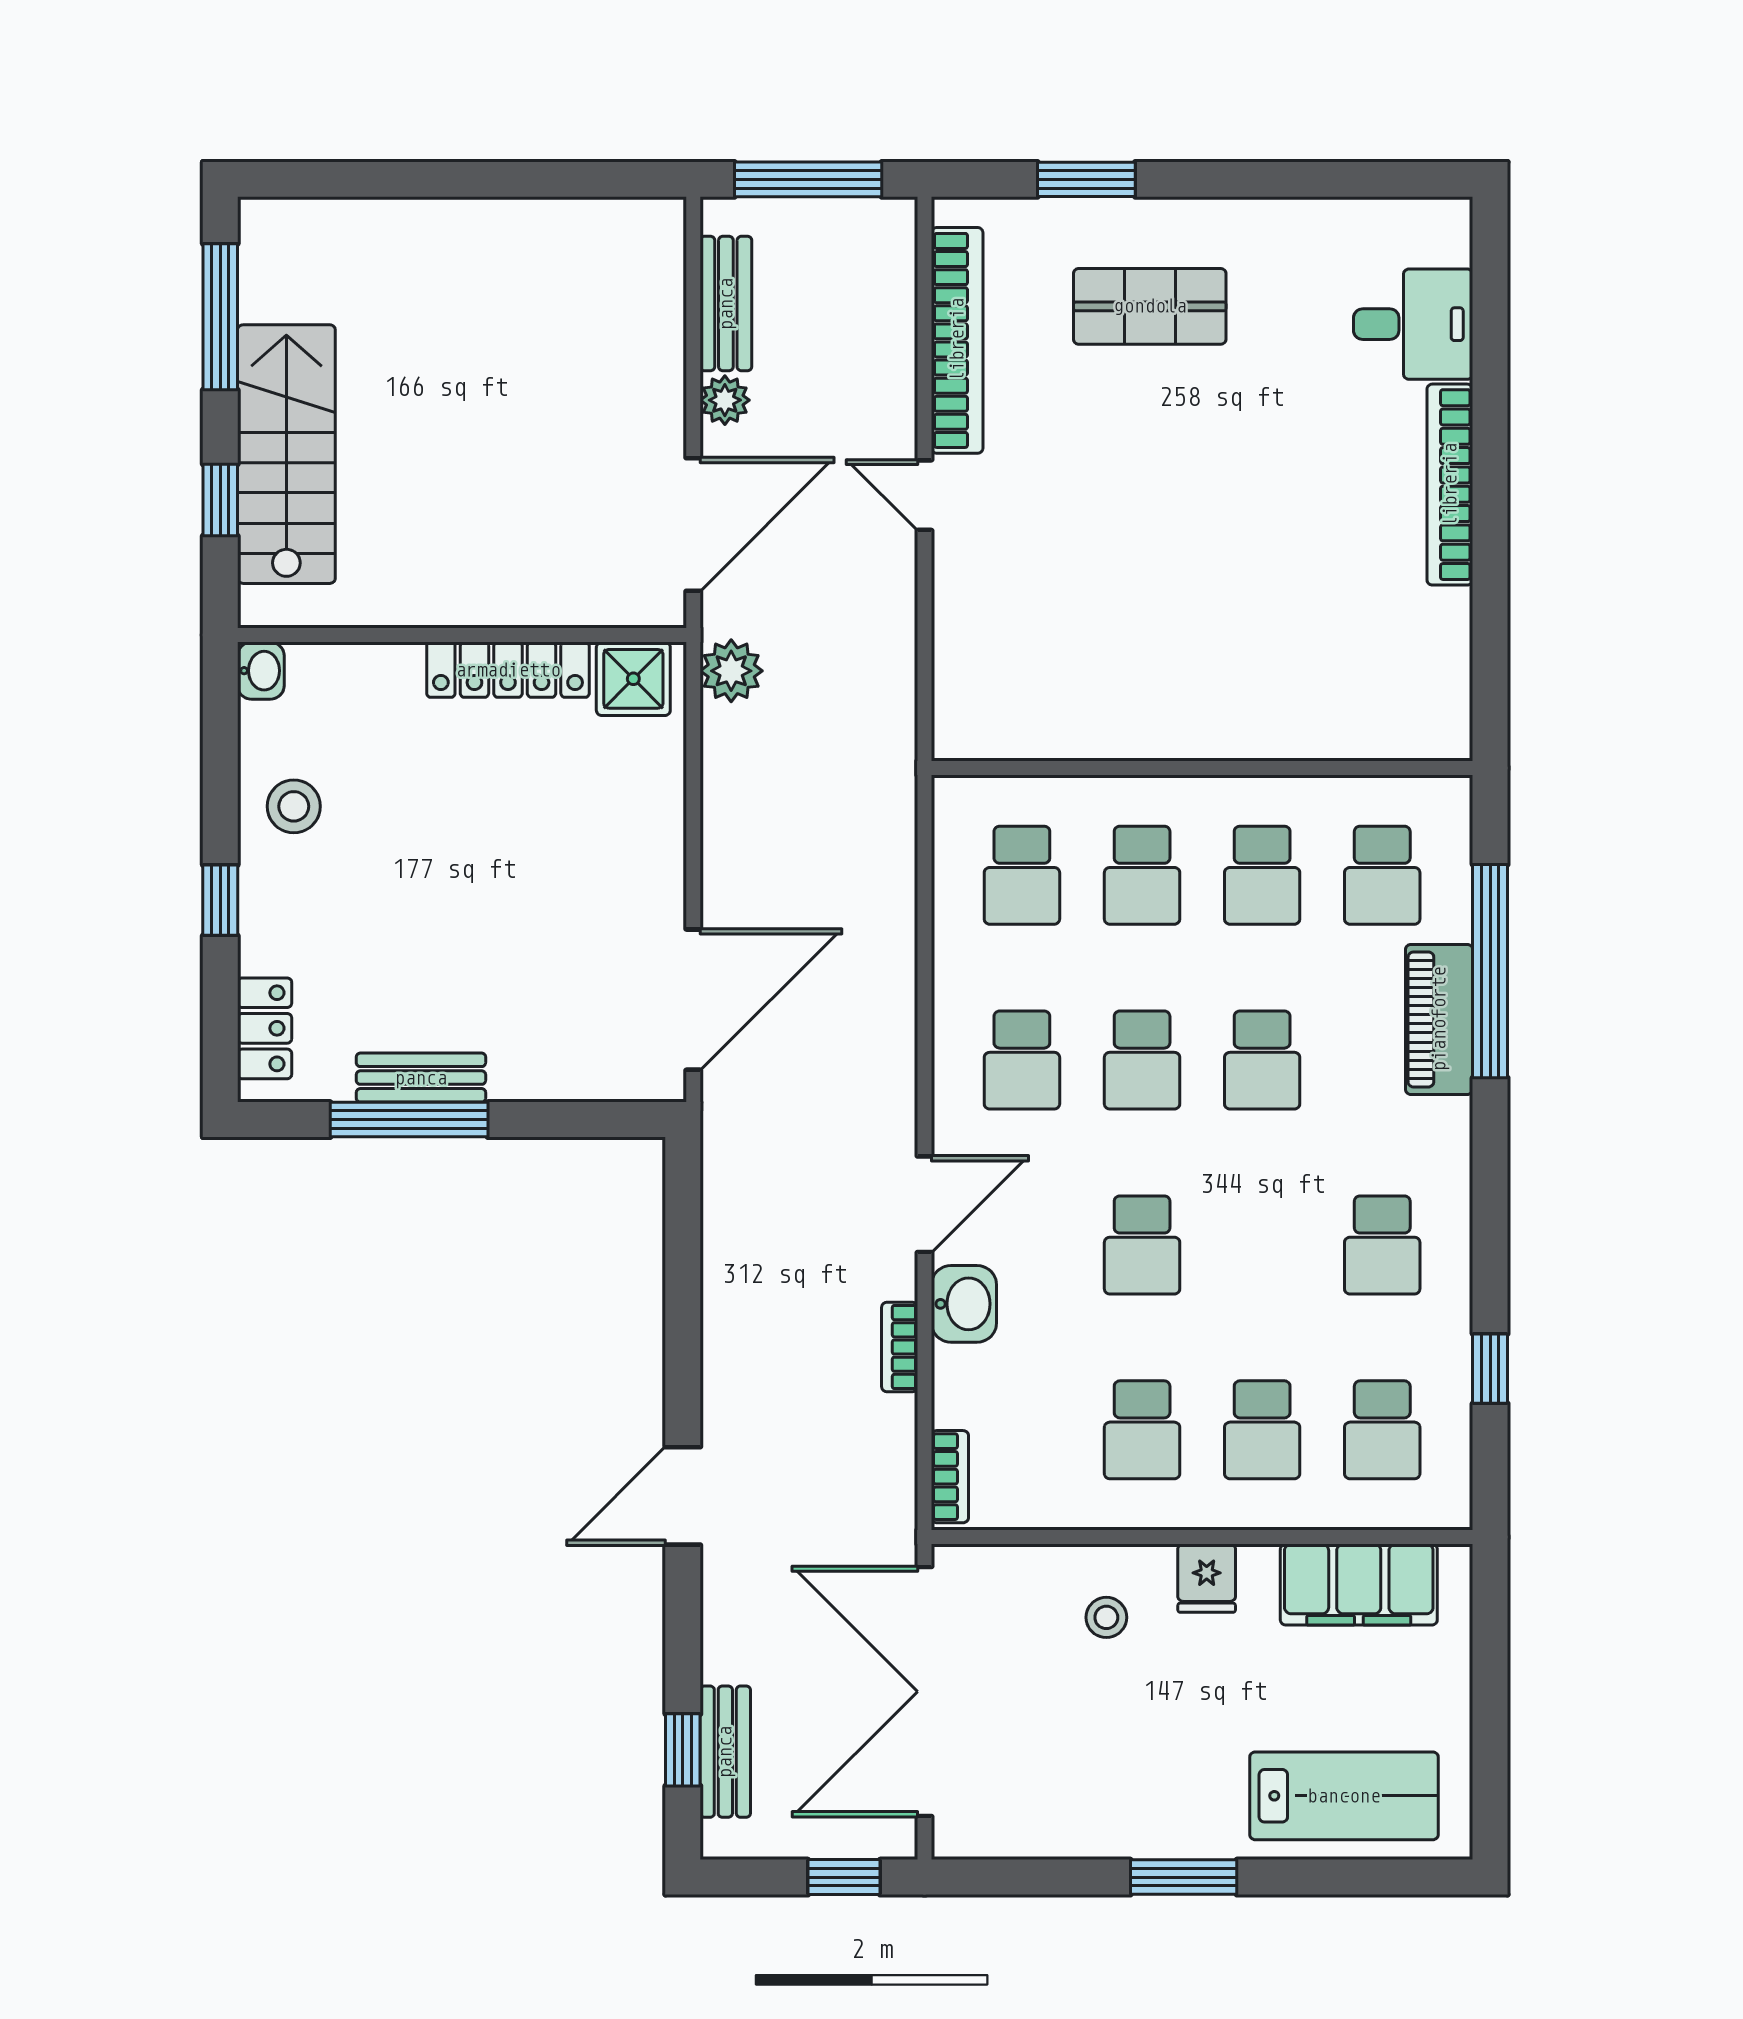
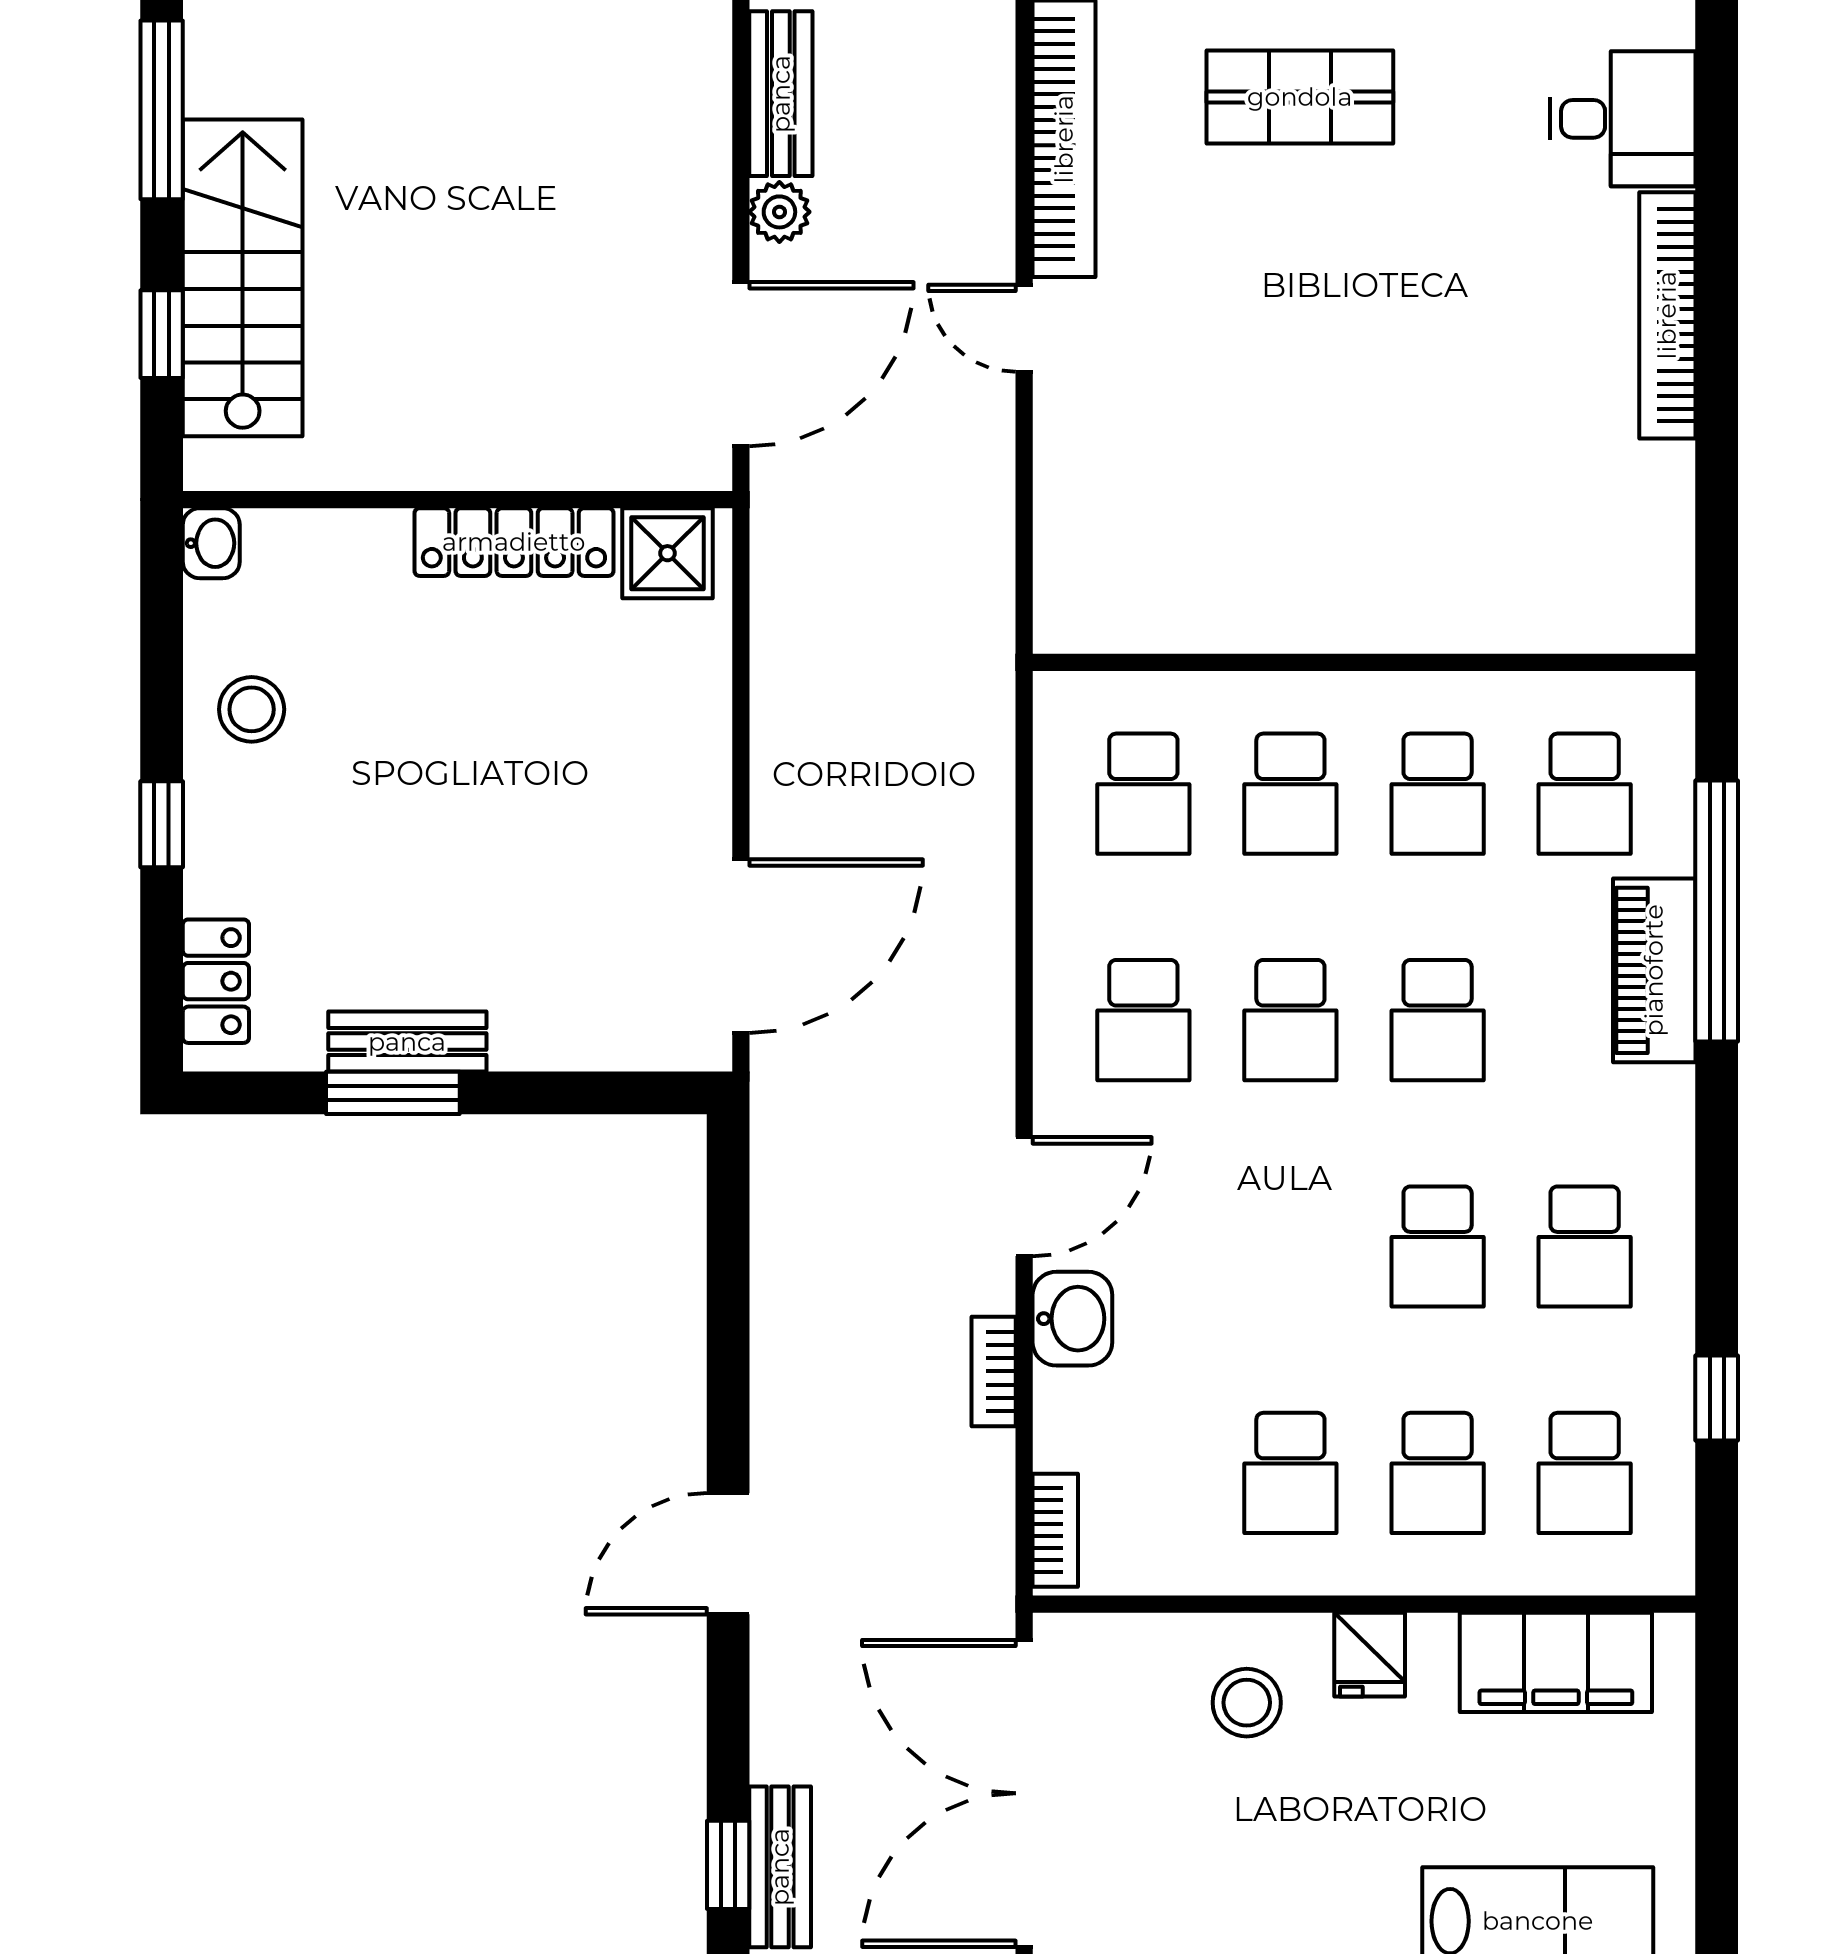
plant: (731, 671) -> (787, 543), removed
window: (409, 1120) -> (393, 1093), width x0.69
school desk: (1142, 1245) -> (1438, 1247), moved
stool: (1106, 1617) -> (1247, 1703), width x1.37, depth x1.37

